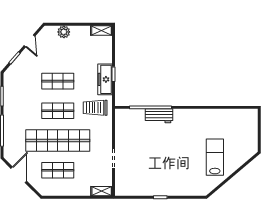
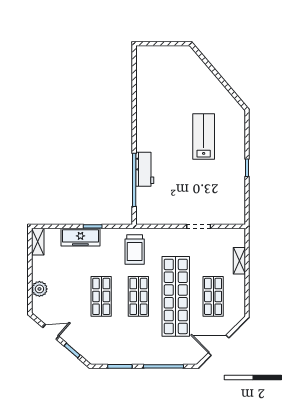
freezer: (105, 79) -> (80, 237), moved
lab bench: (215, 157) -> (204, 136), moved, turned 90
shelving: (102, 191) -> (239, 261), moved

